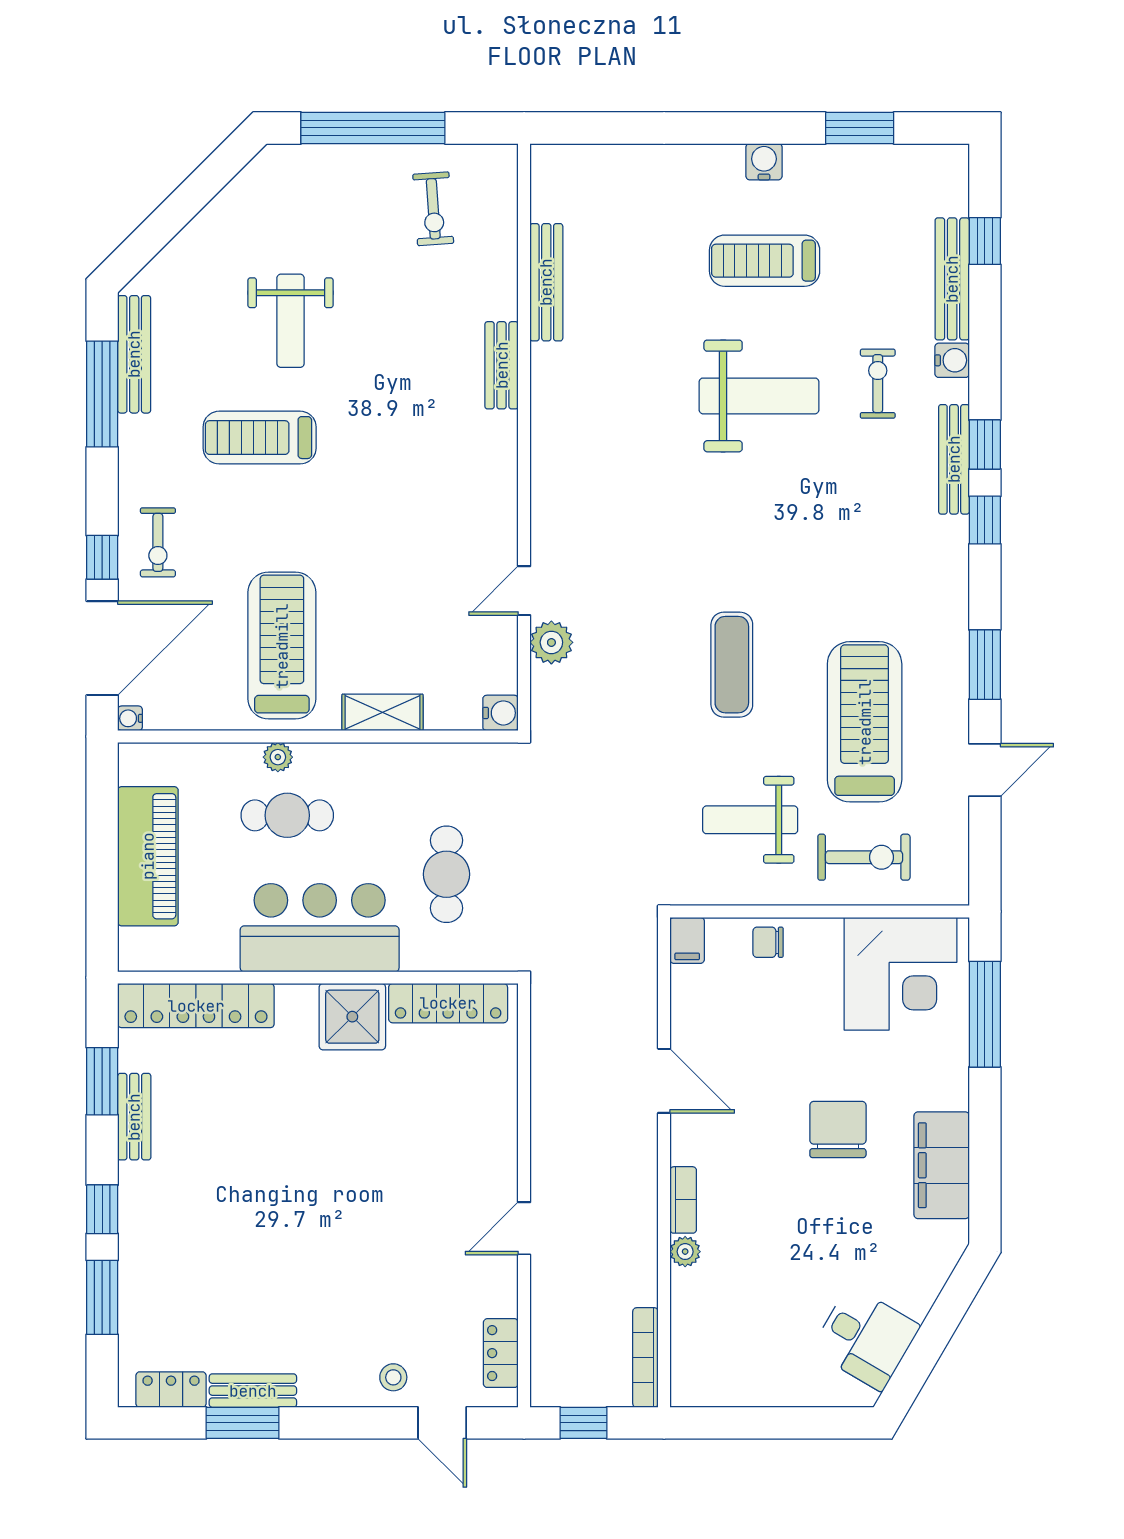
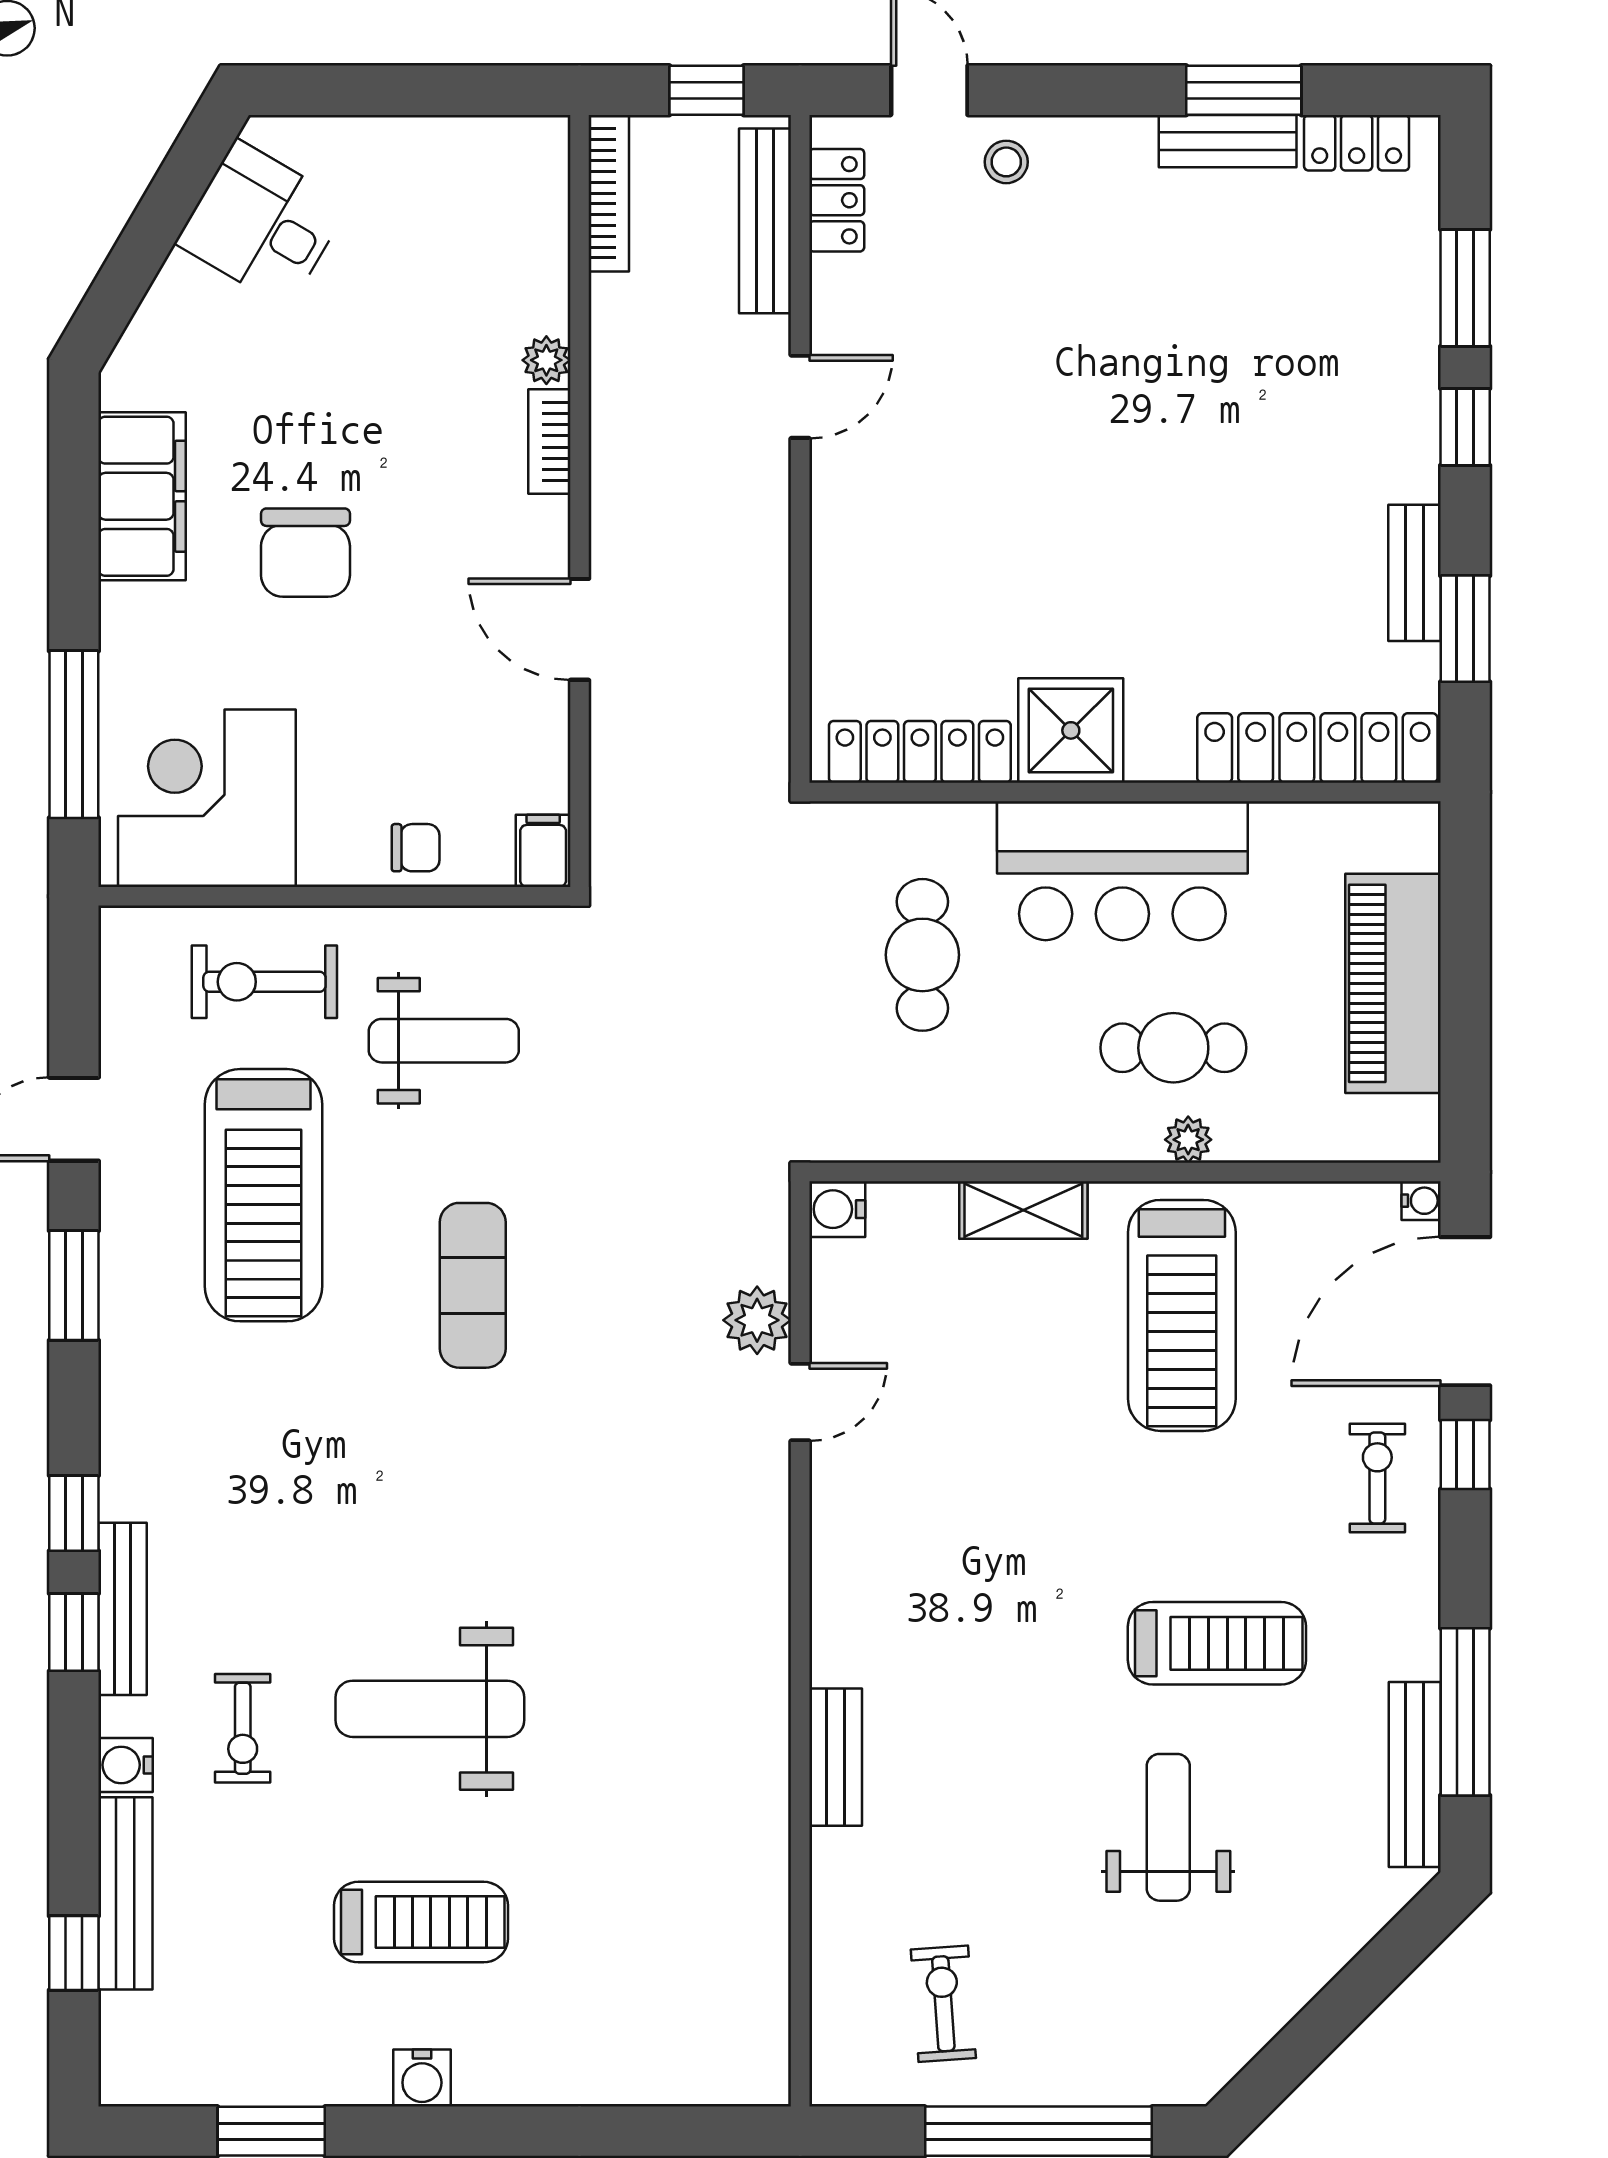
bench: (546, 282) -> (765, 221), moved

